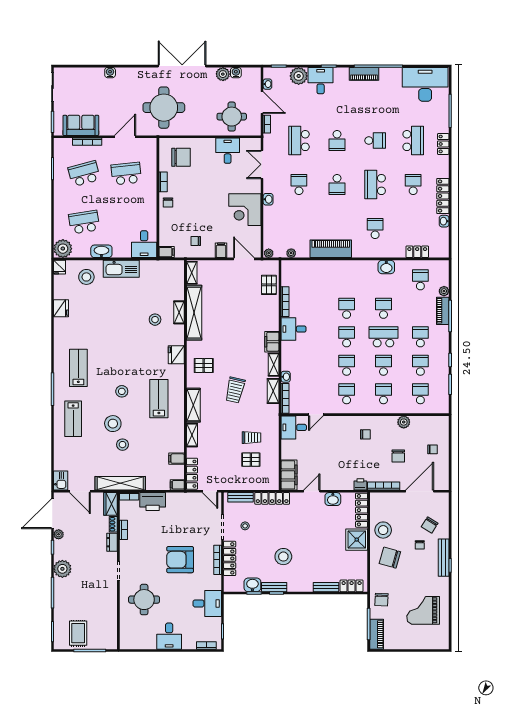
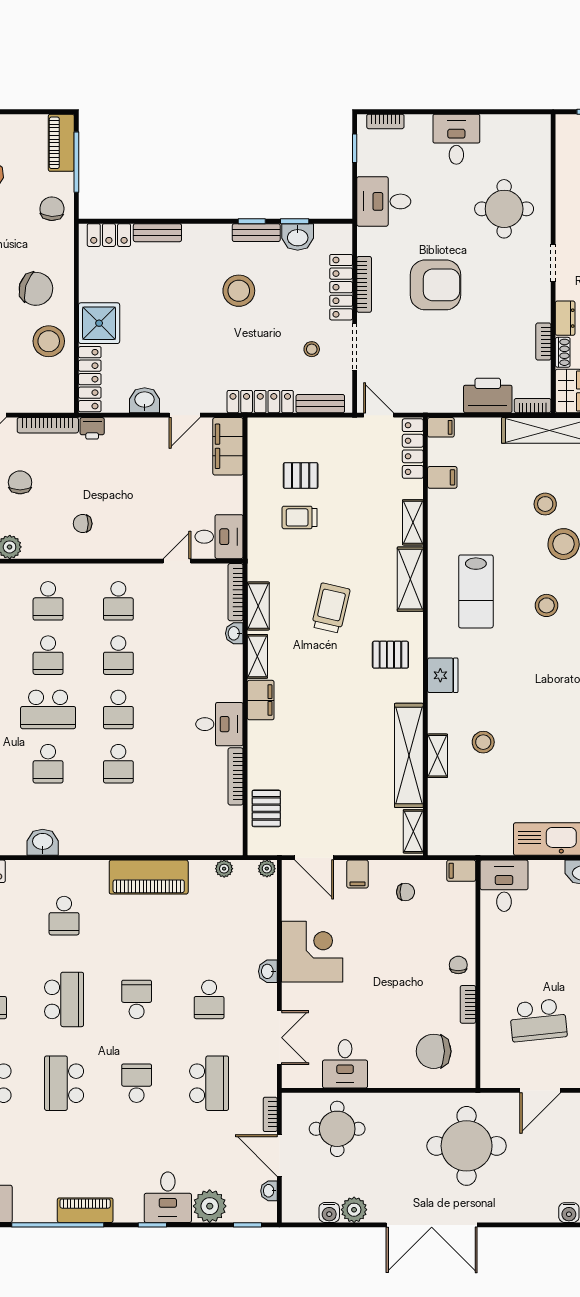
school desk: (375, 141) -> (64, 1083), width x1.85

